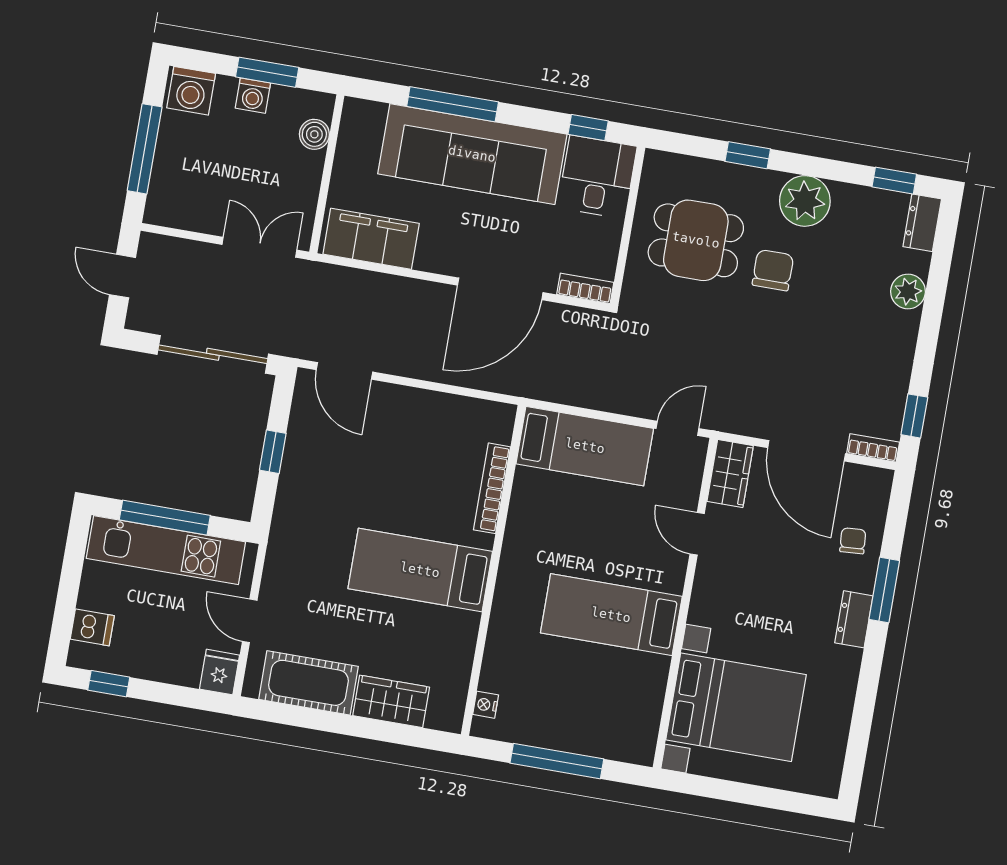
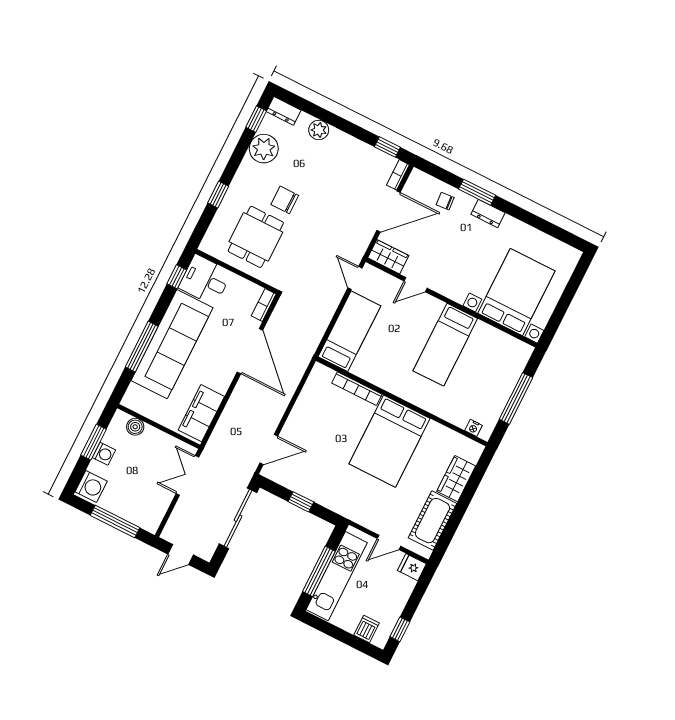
plant: (805, 201) -> (264, 149), moved
bed: (420, 570) -> (390, 441), width x1.50

